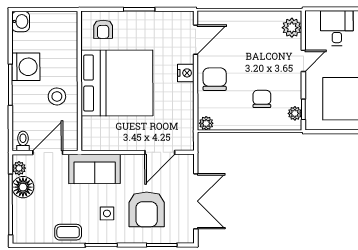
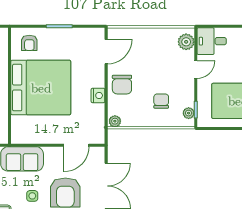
desk: (337, 28) -> (212, 41), moved, turned -90
nightstand: (186, 73) -> (98, 95), moved
chair: (215, 79) -> (122, 85), turned 180

